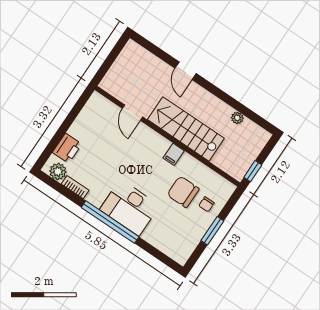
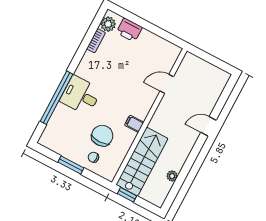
stairs: (186, 129) -> (142, 162), moved
desk: (130, 208) -> (81, 95), width x0.73
window: (110, 222) -> (57, 98), moved

